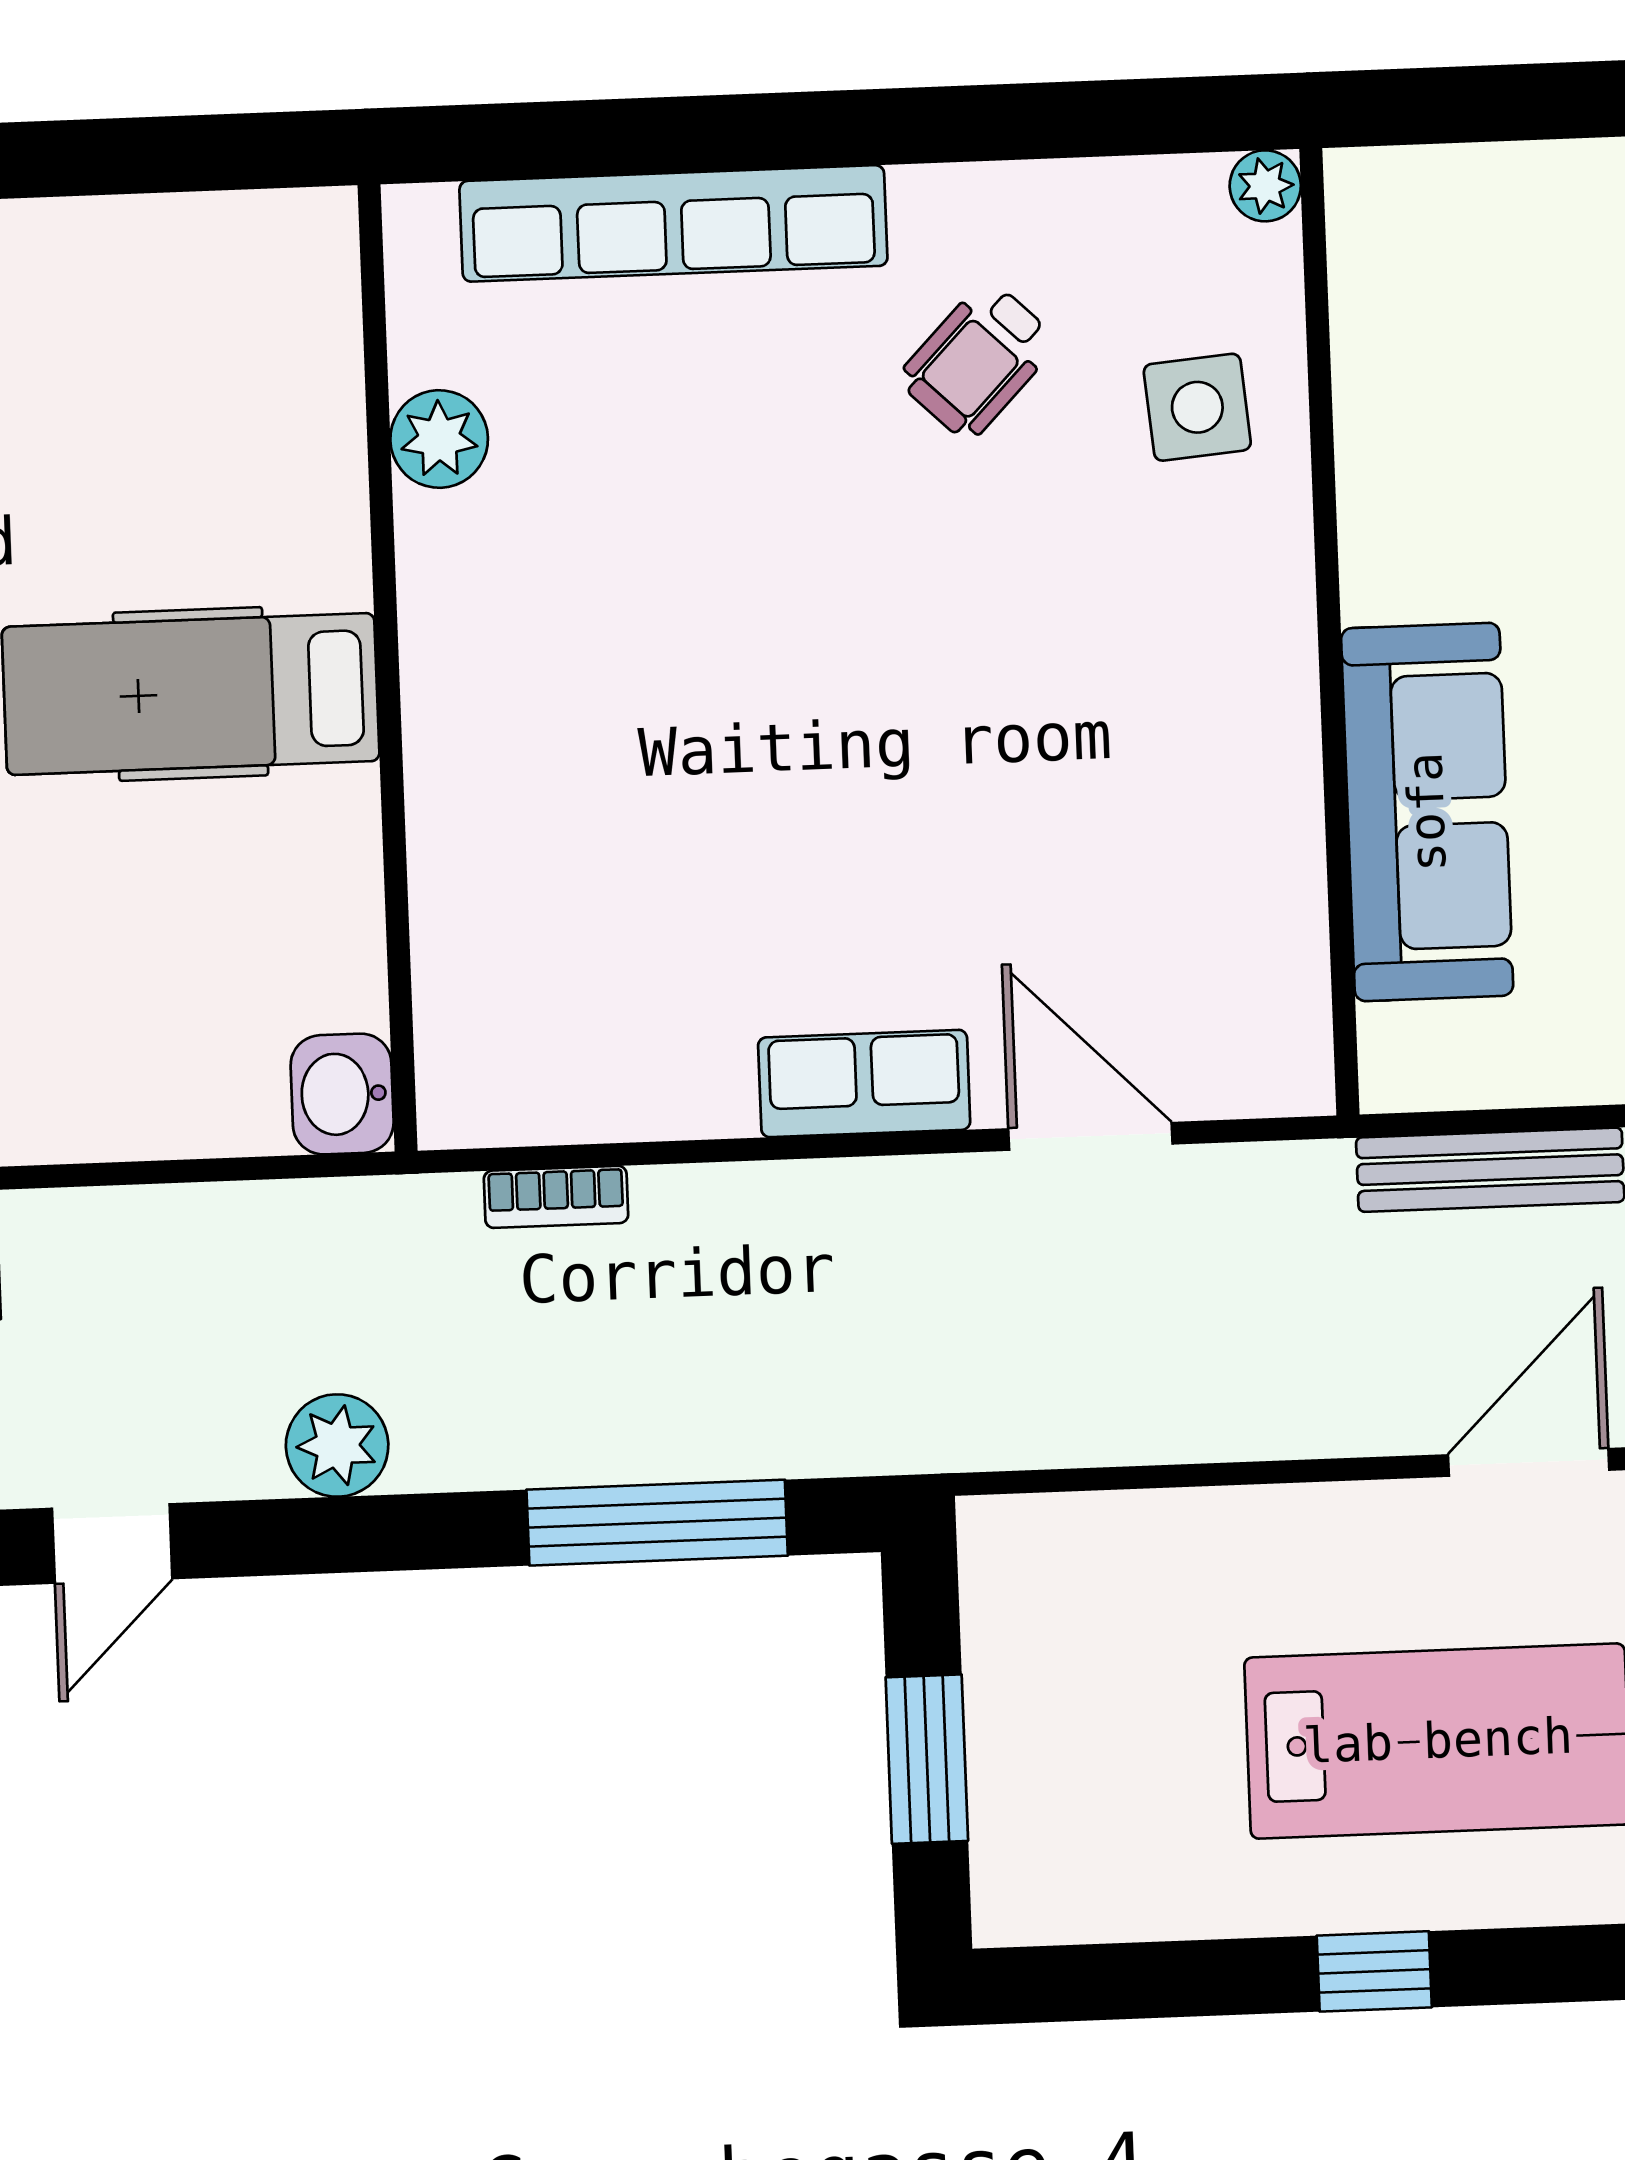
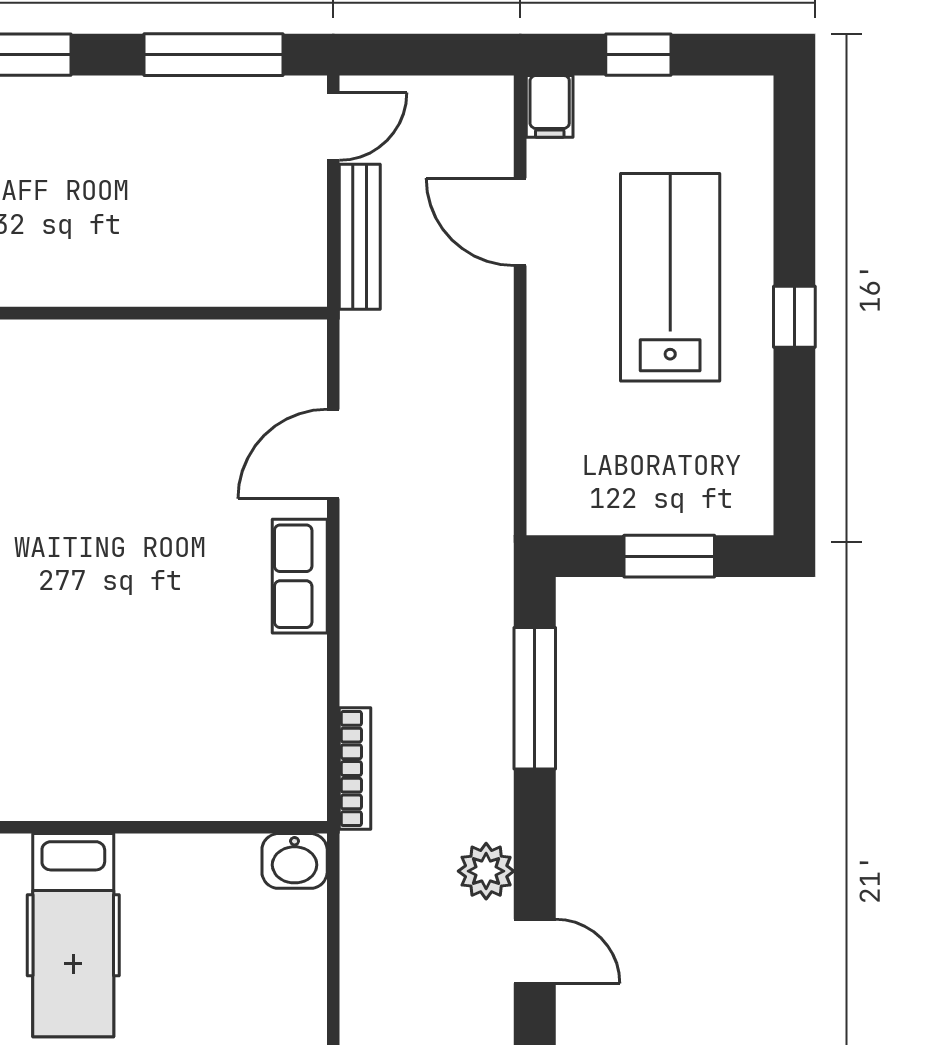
sofa: (1427, 812) -> (164, 264), removed
bookcase: (556, 1197) -> (355, 769), width x1.56
door: (112, 1544) -> (535, 951), moved

